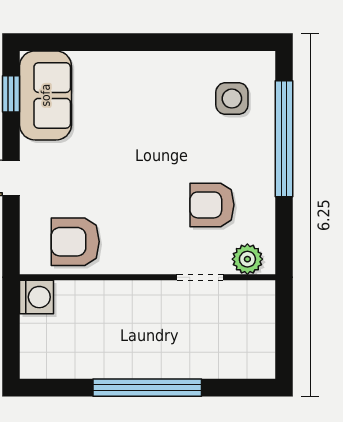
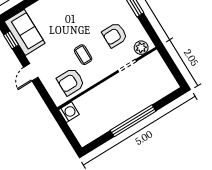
coffee table: (130, 205) -> (83, 55), added

